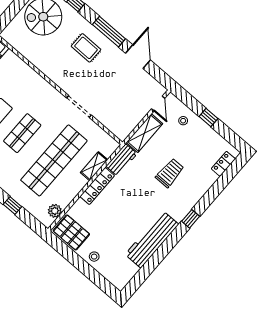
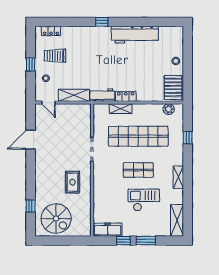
window: (109, 32) -> (31, 171), removed
rug: (86, 48) -> (72, 182), moved
door: (158, 103) -> (49, 103), swing flipped
trolley: (170, 173) -> (55, 56), moved
locker: (97, 186) -> (126, 96), width x0.66

